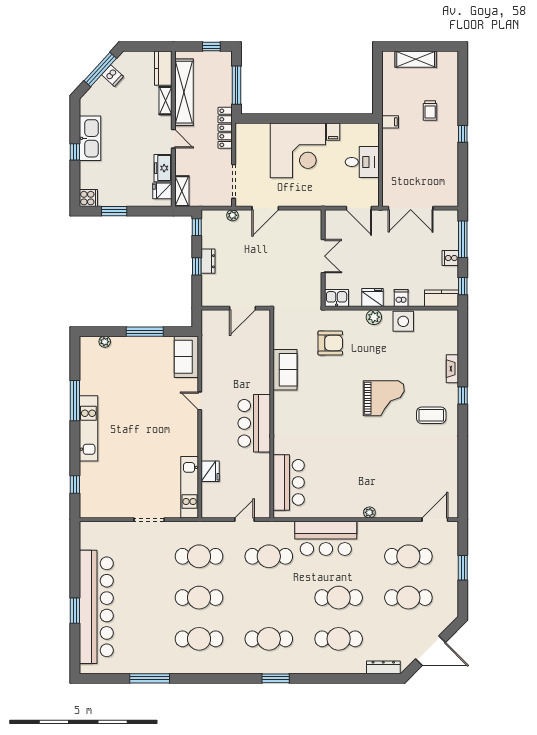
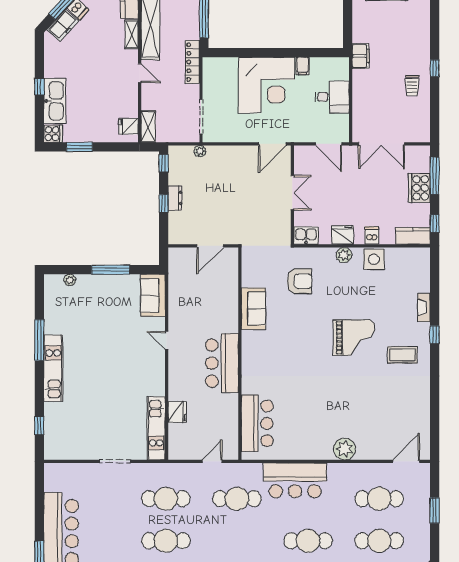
trolley: (430, 111) -> (412, 86), moved
filing cabinet: (390, 122) -> (361, 56), width x2.00
kitchen sink: (90, 138) -> (55, 101), moved
freezer: (163, 168) -> (63, 25), moved, turned -138
door: (265, 208) -> (272, 144), moved
cooker: (450, 258) -> (419, 188), width x1.87, depth x1.31
plant: (369, 512) -> (345, 449), width x1.88, depth x1.88

